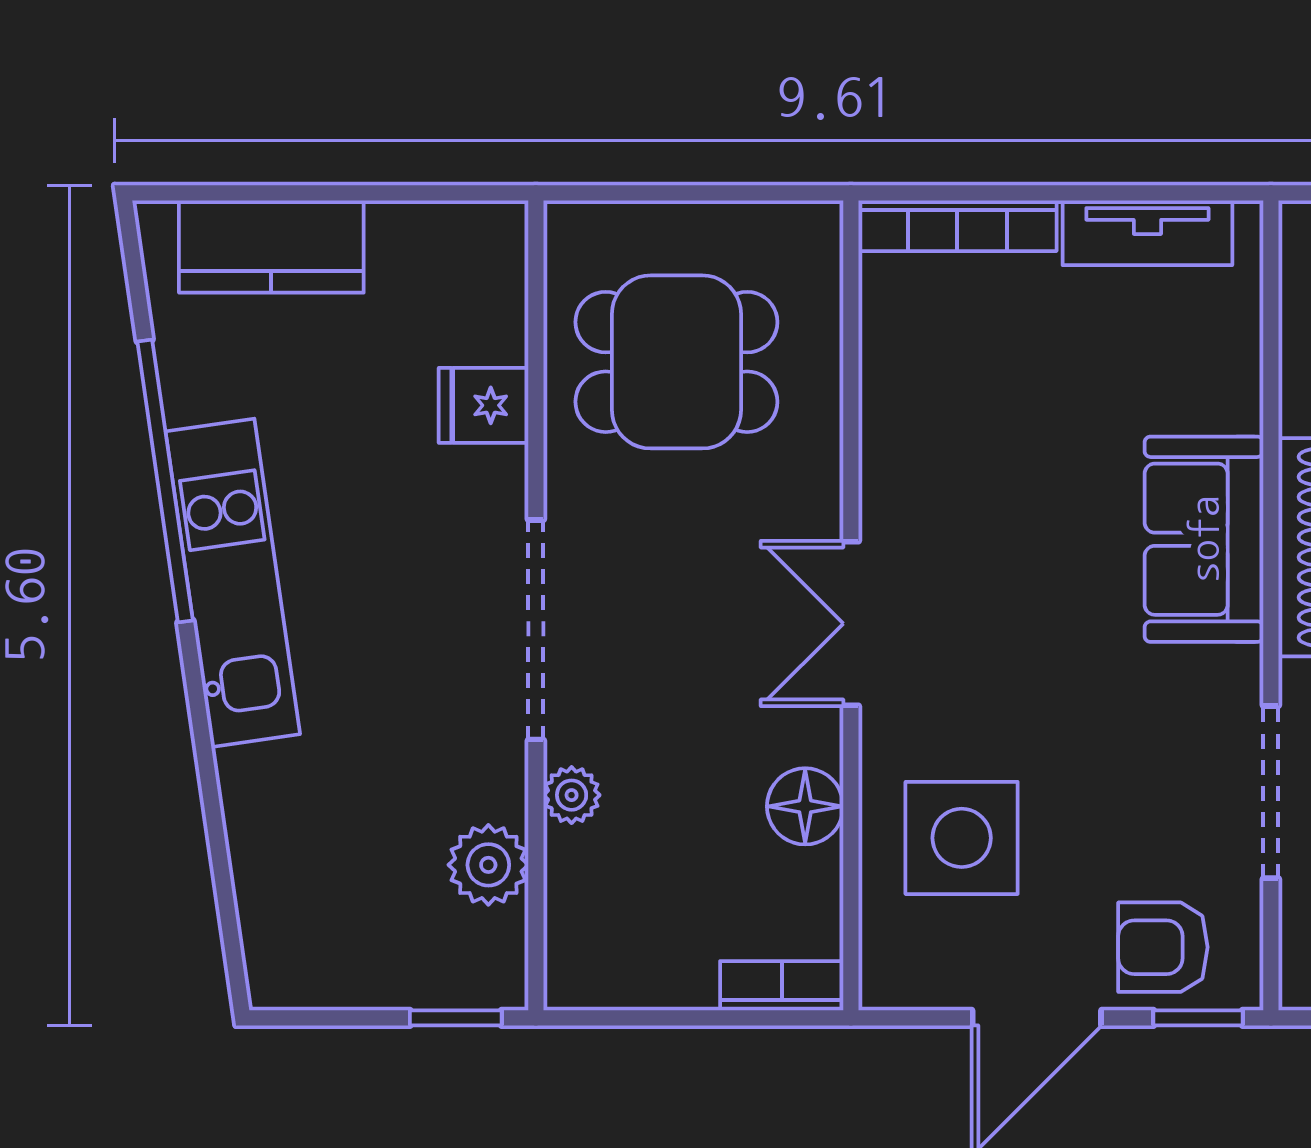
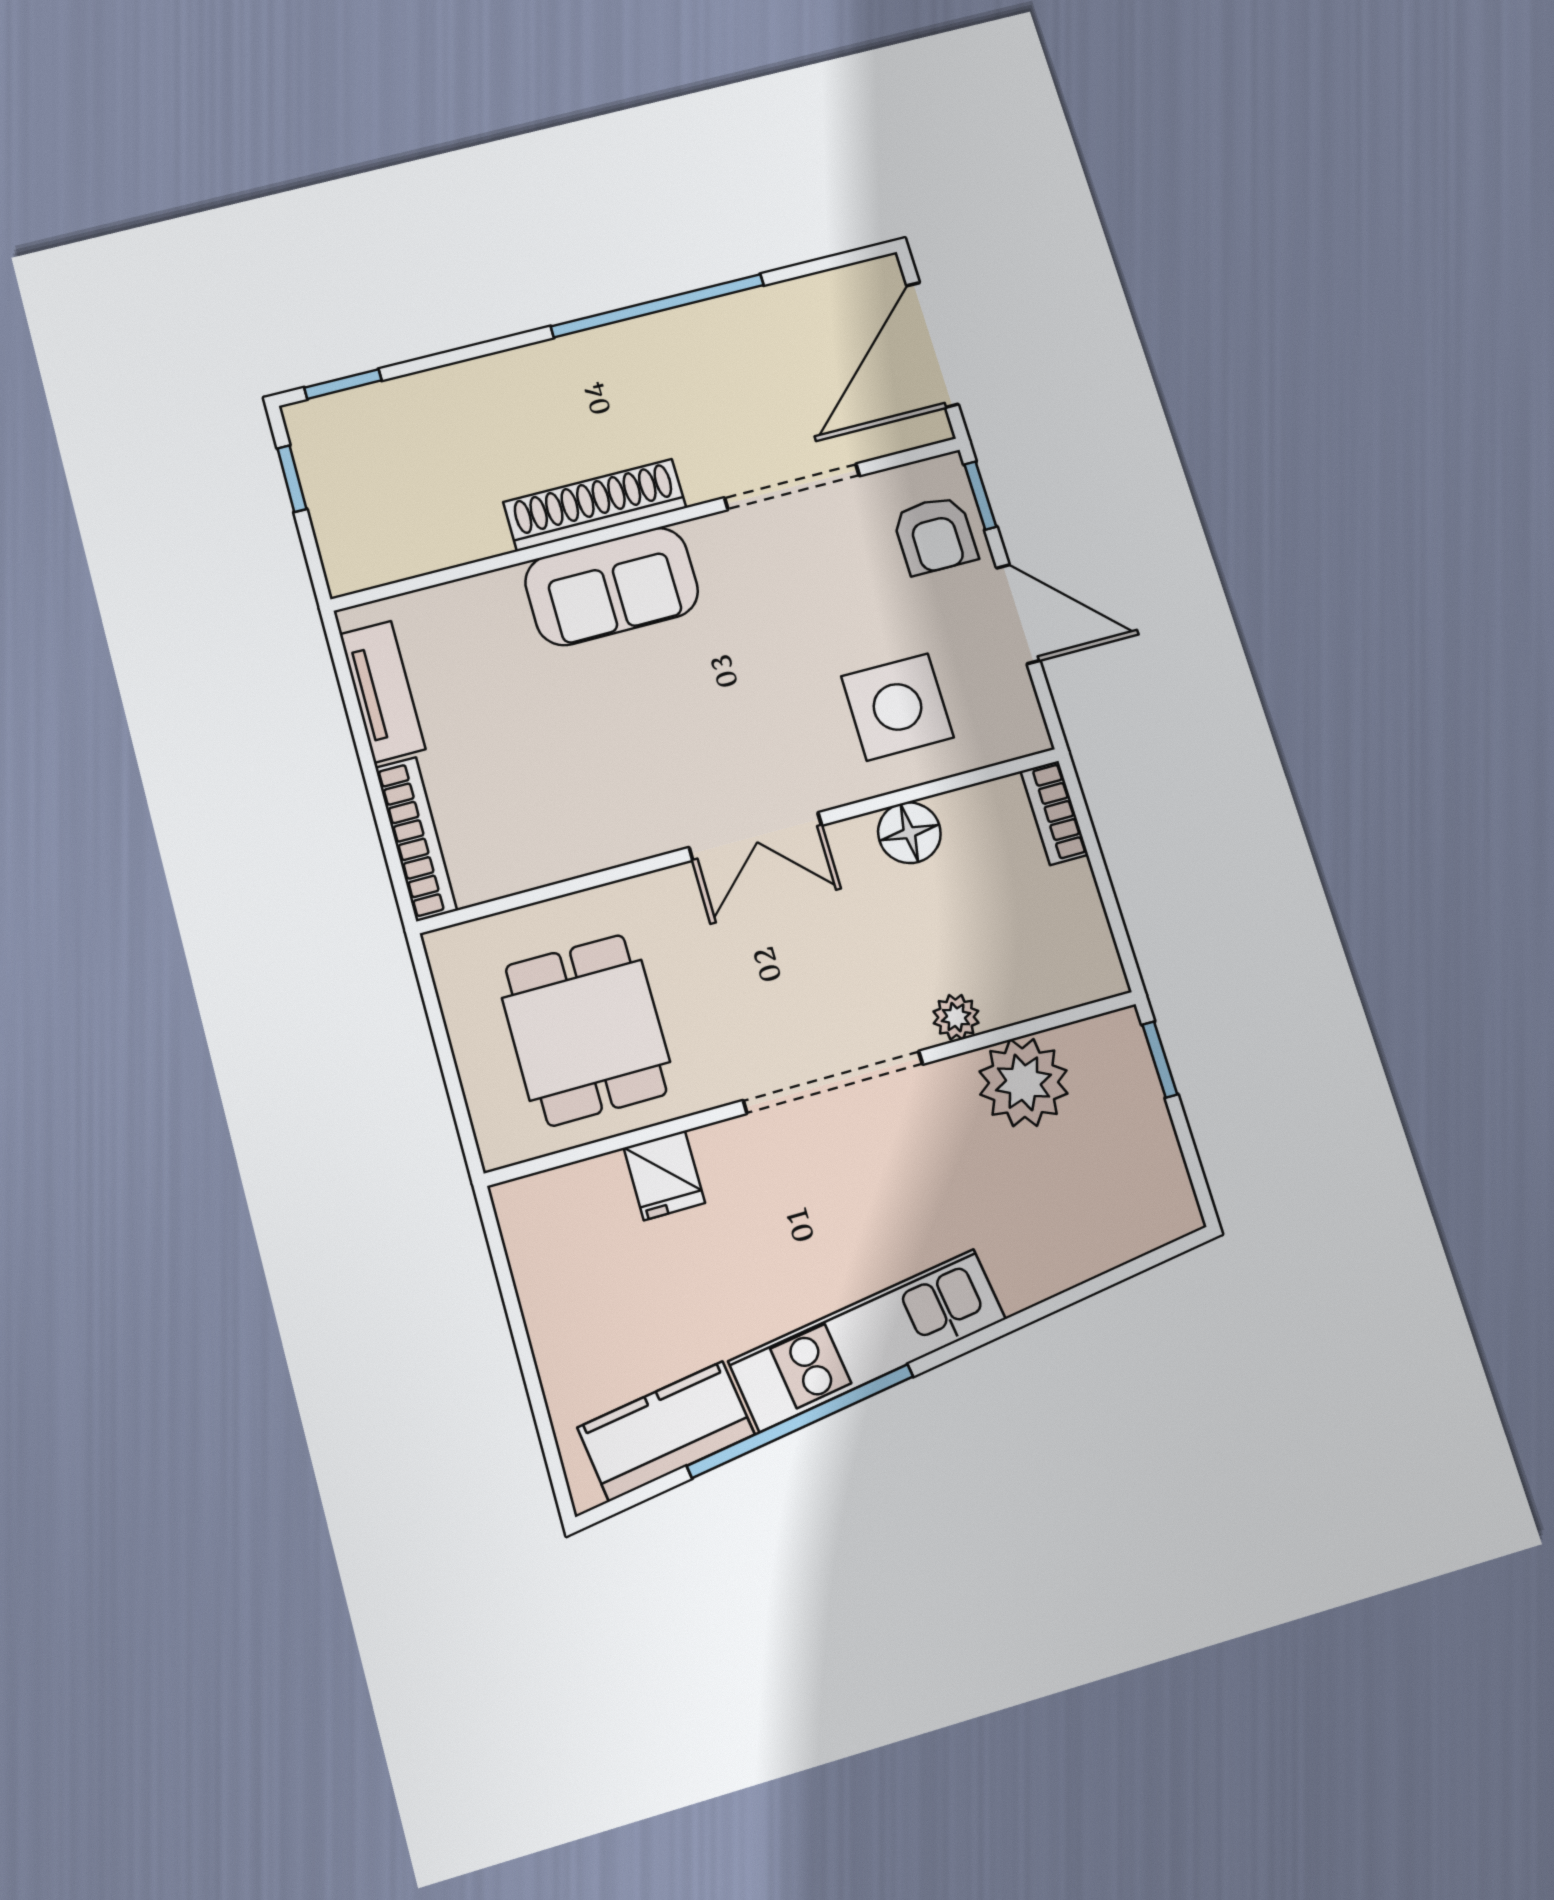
kitchen counter: (271, 247) -> (666, 1431), moved, turned -98
plant: (488, 865) -> (1023, 1083), width x1.36, depth x1.36

